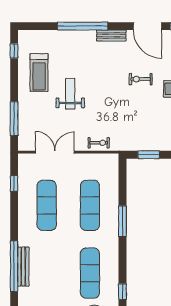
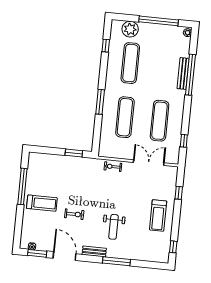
window: (83, 26) -> (116, 261), width x0.68
treadmill: (39, 73) -> (158, 215), moved, turned 180
weight bench: (70, 94) -> (114, 227), moved
window: (14, 119) -> (179, 193), width x0.46
double door: (55, 152) -> (149, 163), swing flipped

